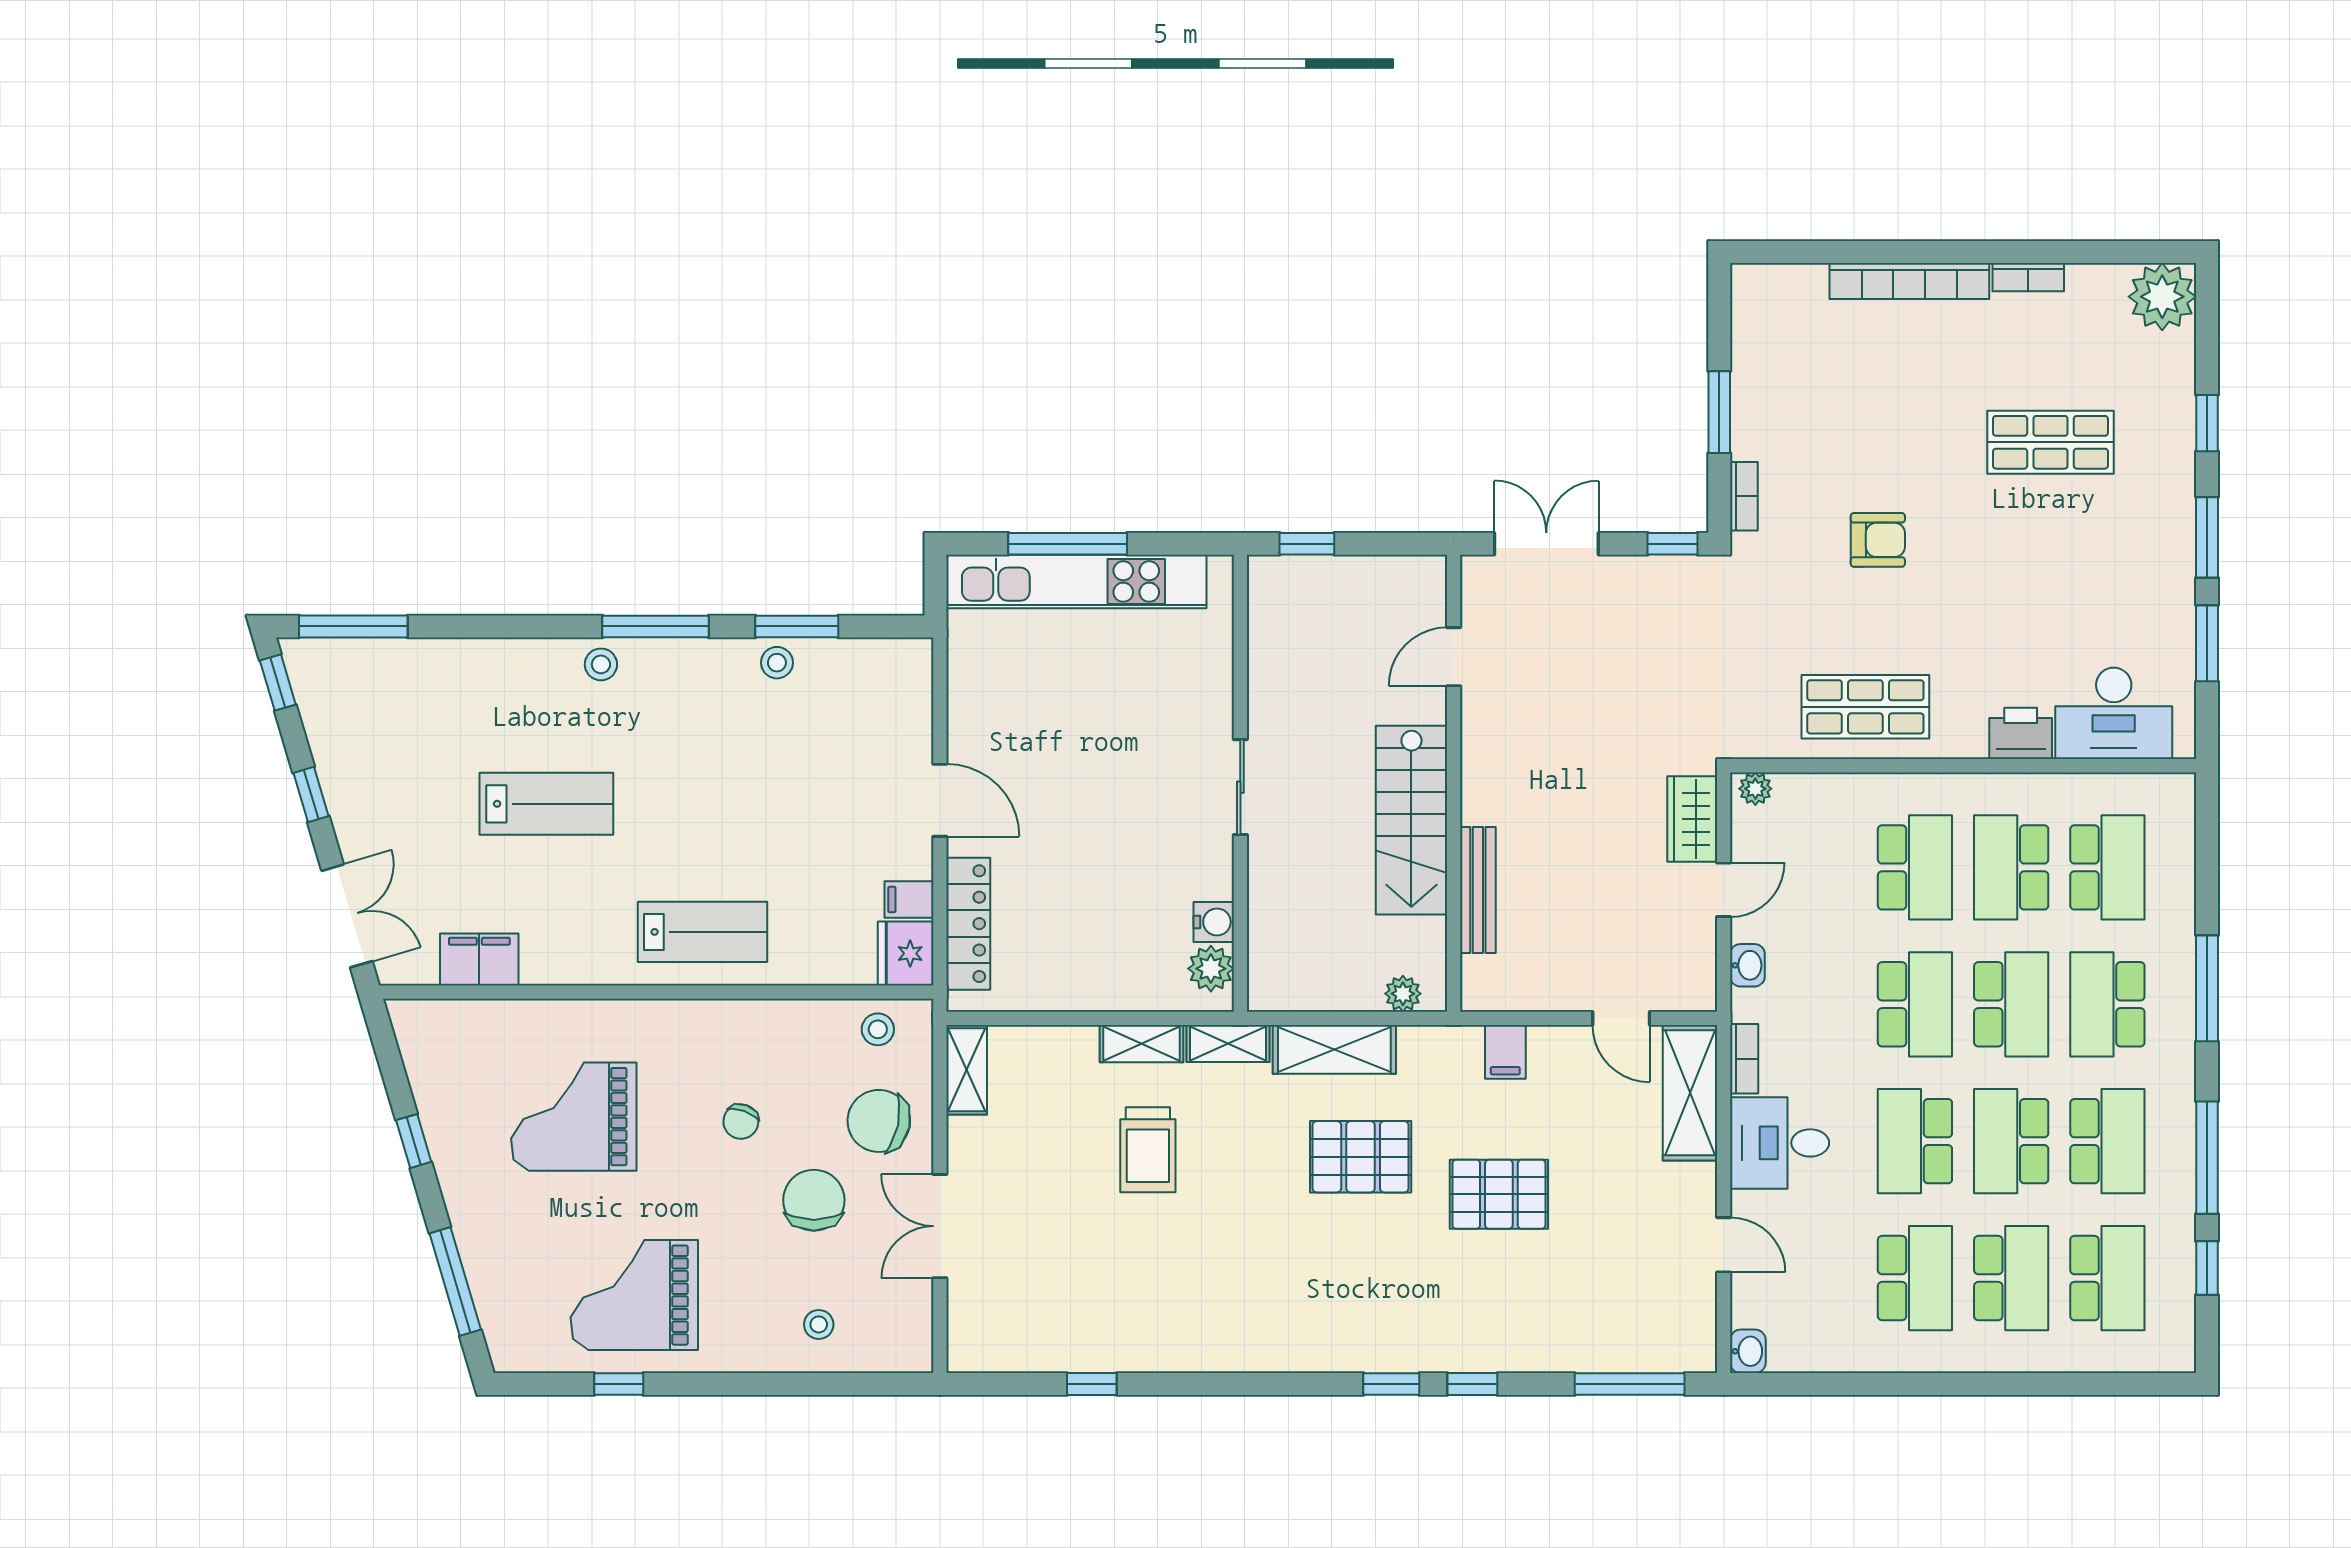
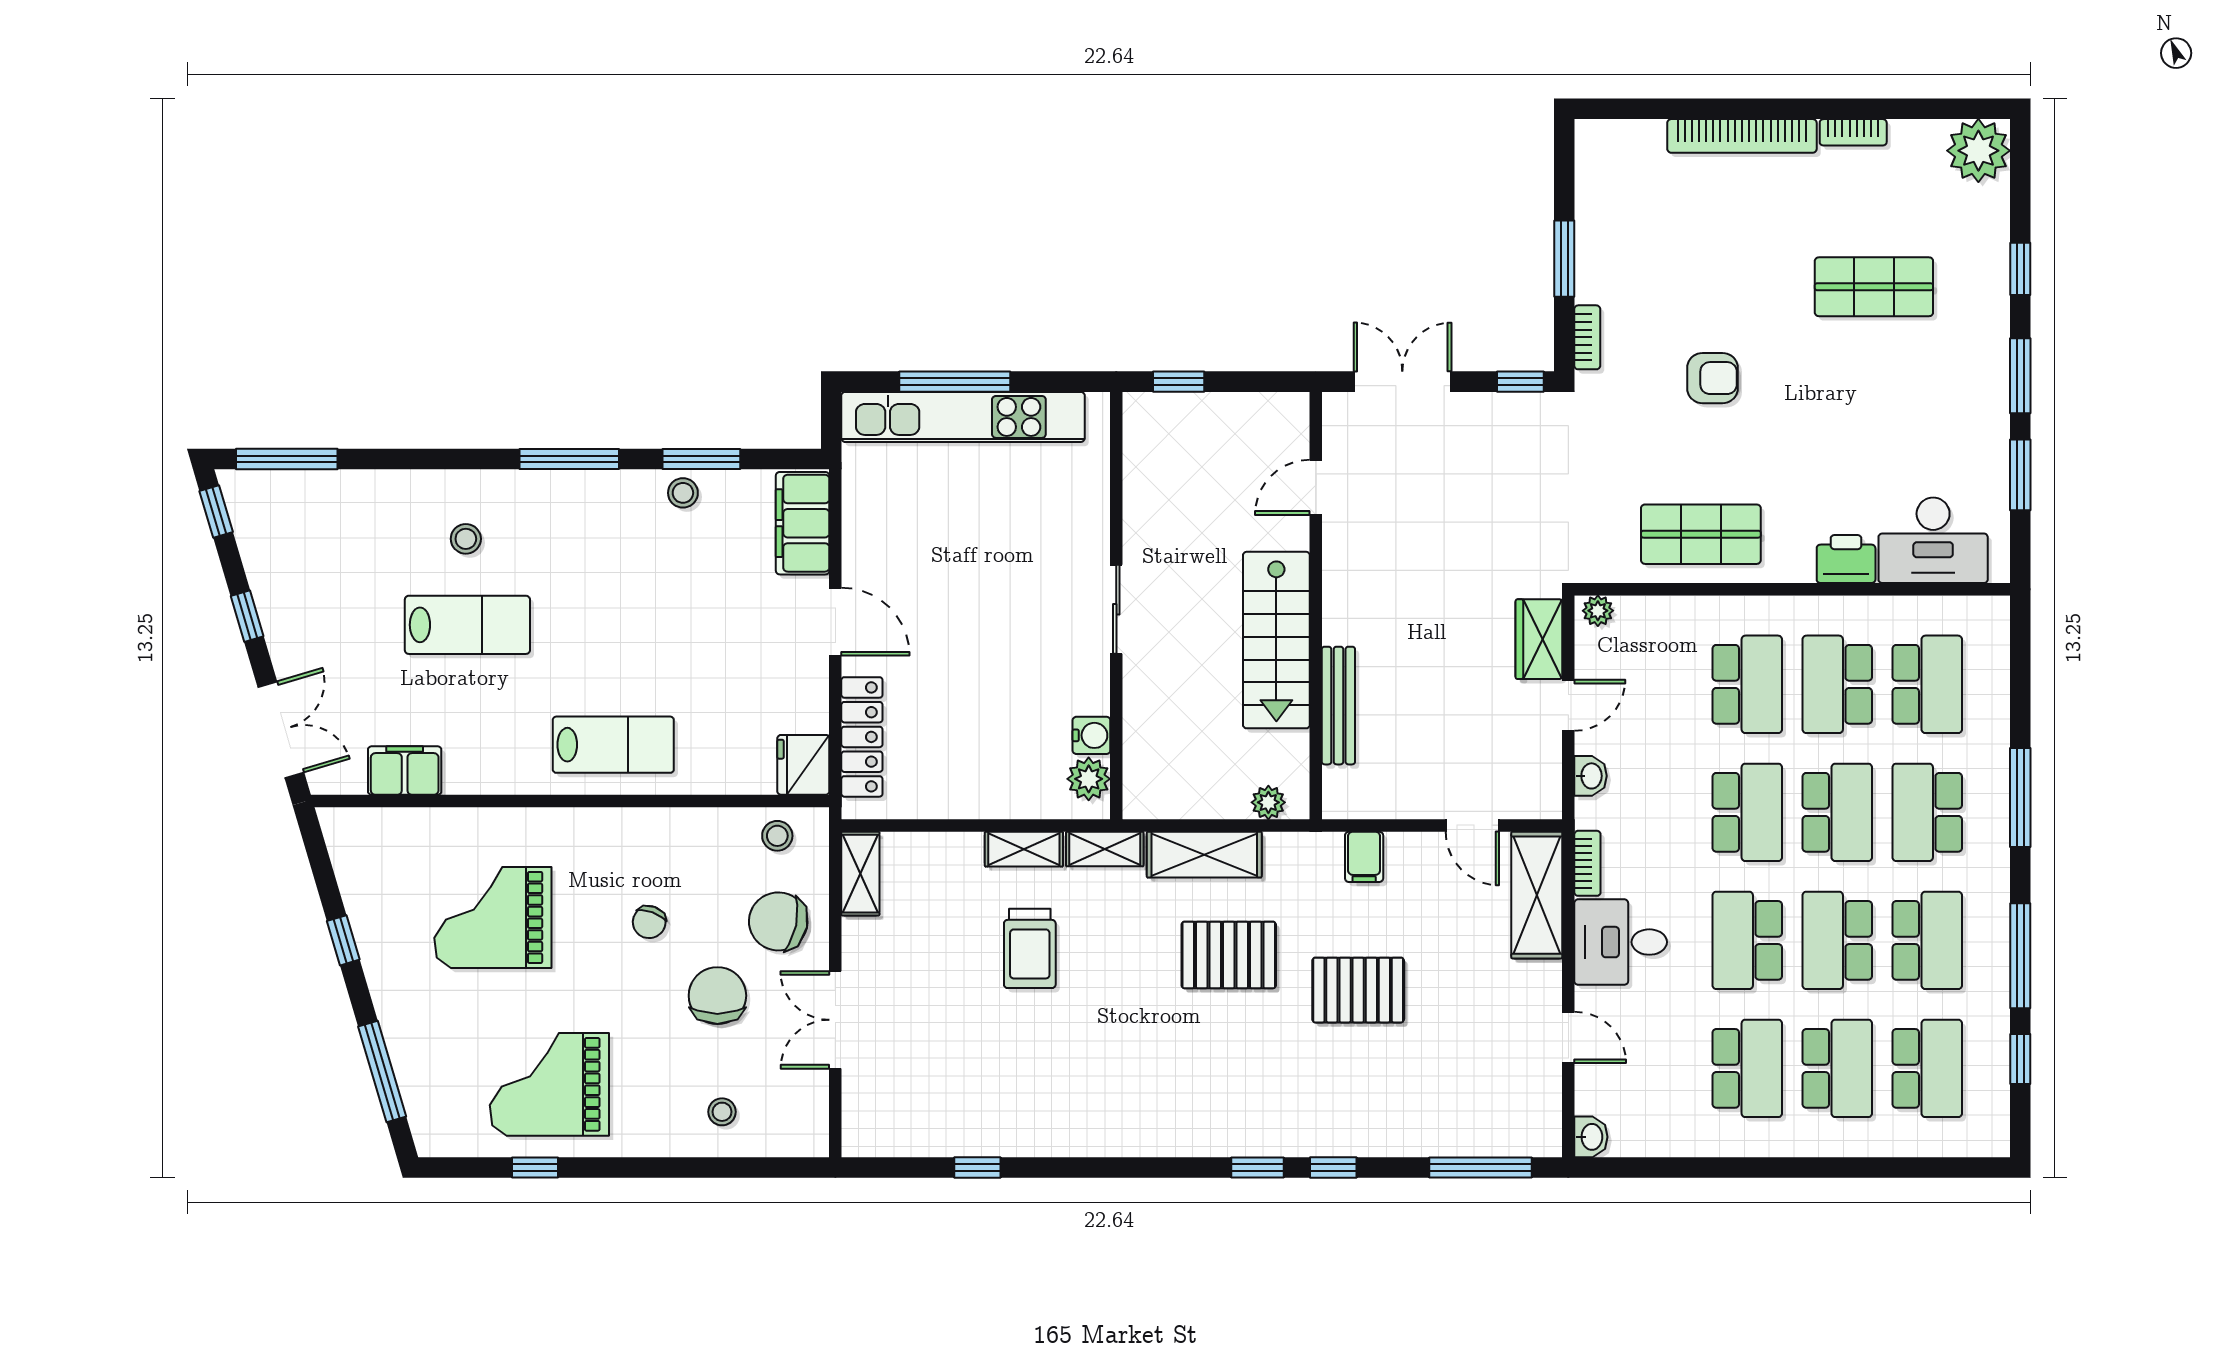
stool: (601, 664) -> (466, 539), moved
filing cabinet: (909, 900) -> (803, 523), moved, width x3.00, depth x1.17

